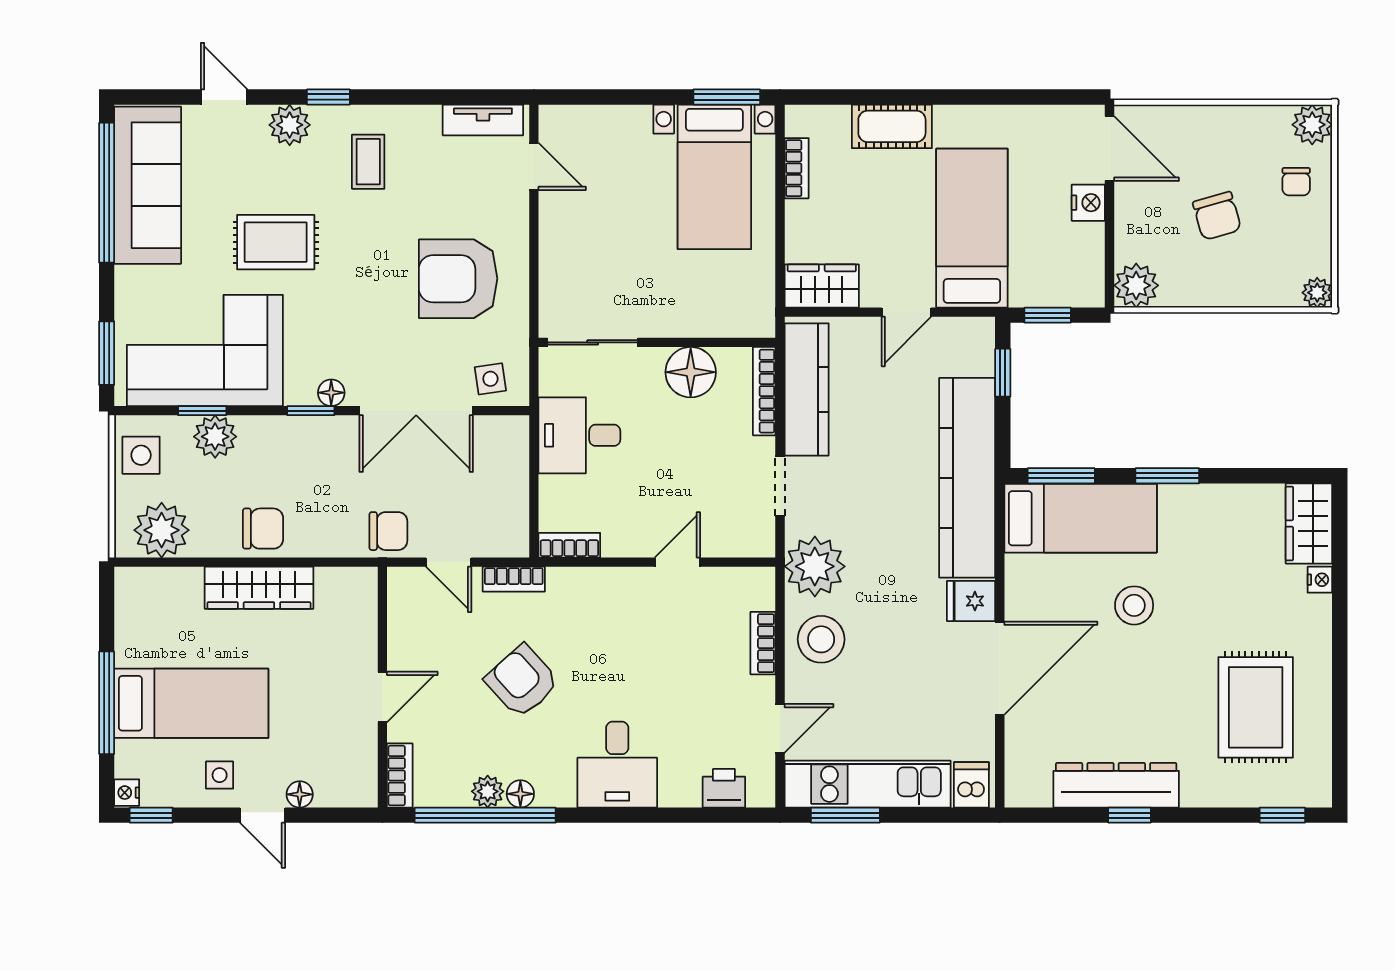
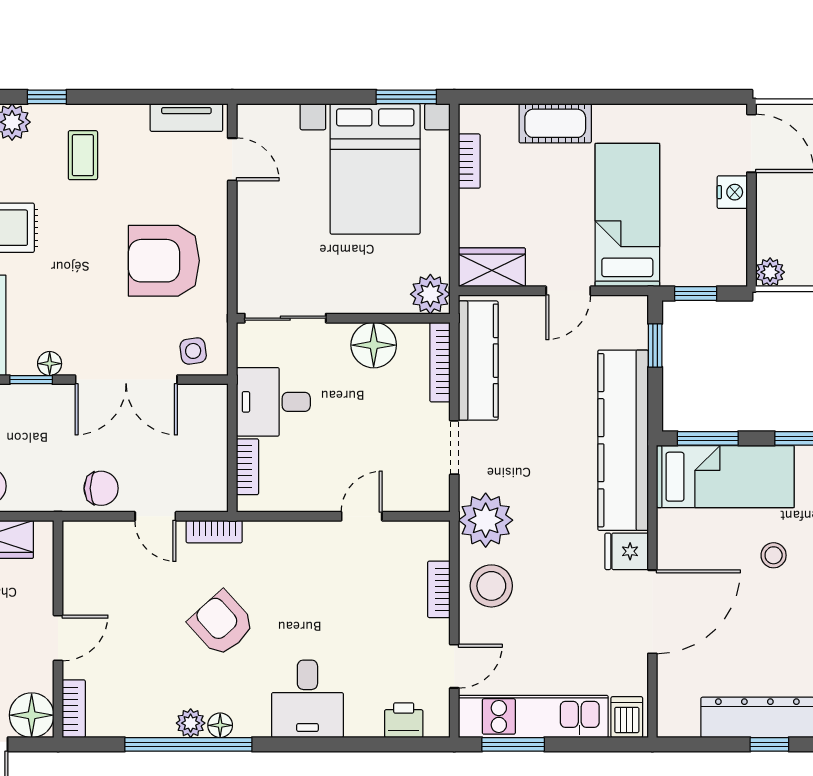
bed with nightstands: (714, 177) -> (375, 169), width x1.36
plant: (1136, 285) -> (770, 272), width x0.73, depth x0.73
plant: (753, 316) -> (430, 294), added
bookcase: (569, 545) -> (248, 467), moved, turned 90
stool: (1134, 605) -> (774, 555), width x0.73, depth x0.73
wall: (382, 687) -> (58, 629), moved
door: (382, 697) -> (58, 638), moved
bookcase: (400, 776) -> (74, 709), moved
floor lamp: (300, 794) -> (32, 715), width x1.89, depth x1.89

